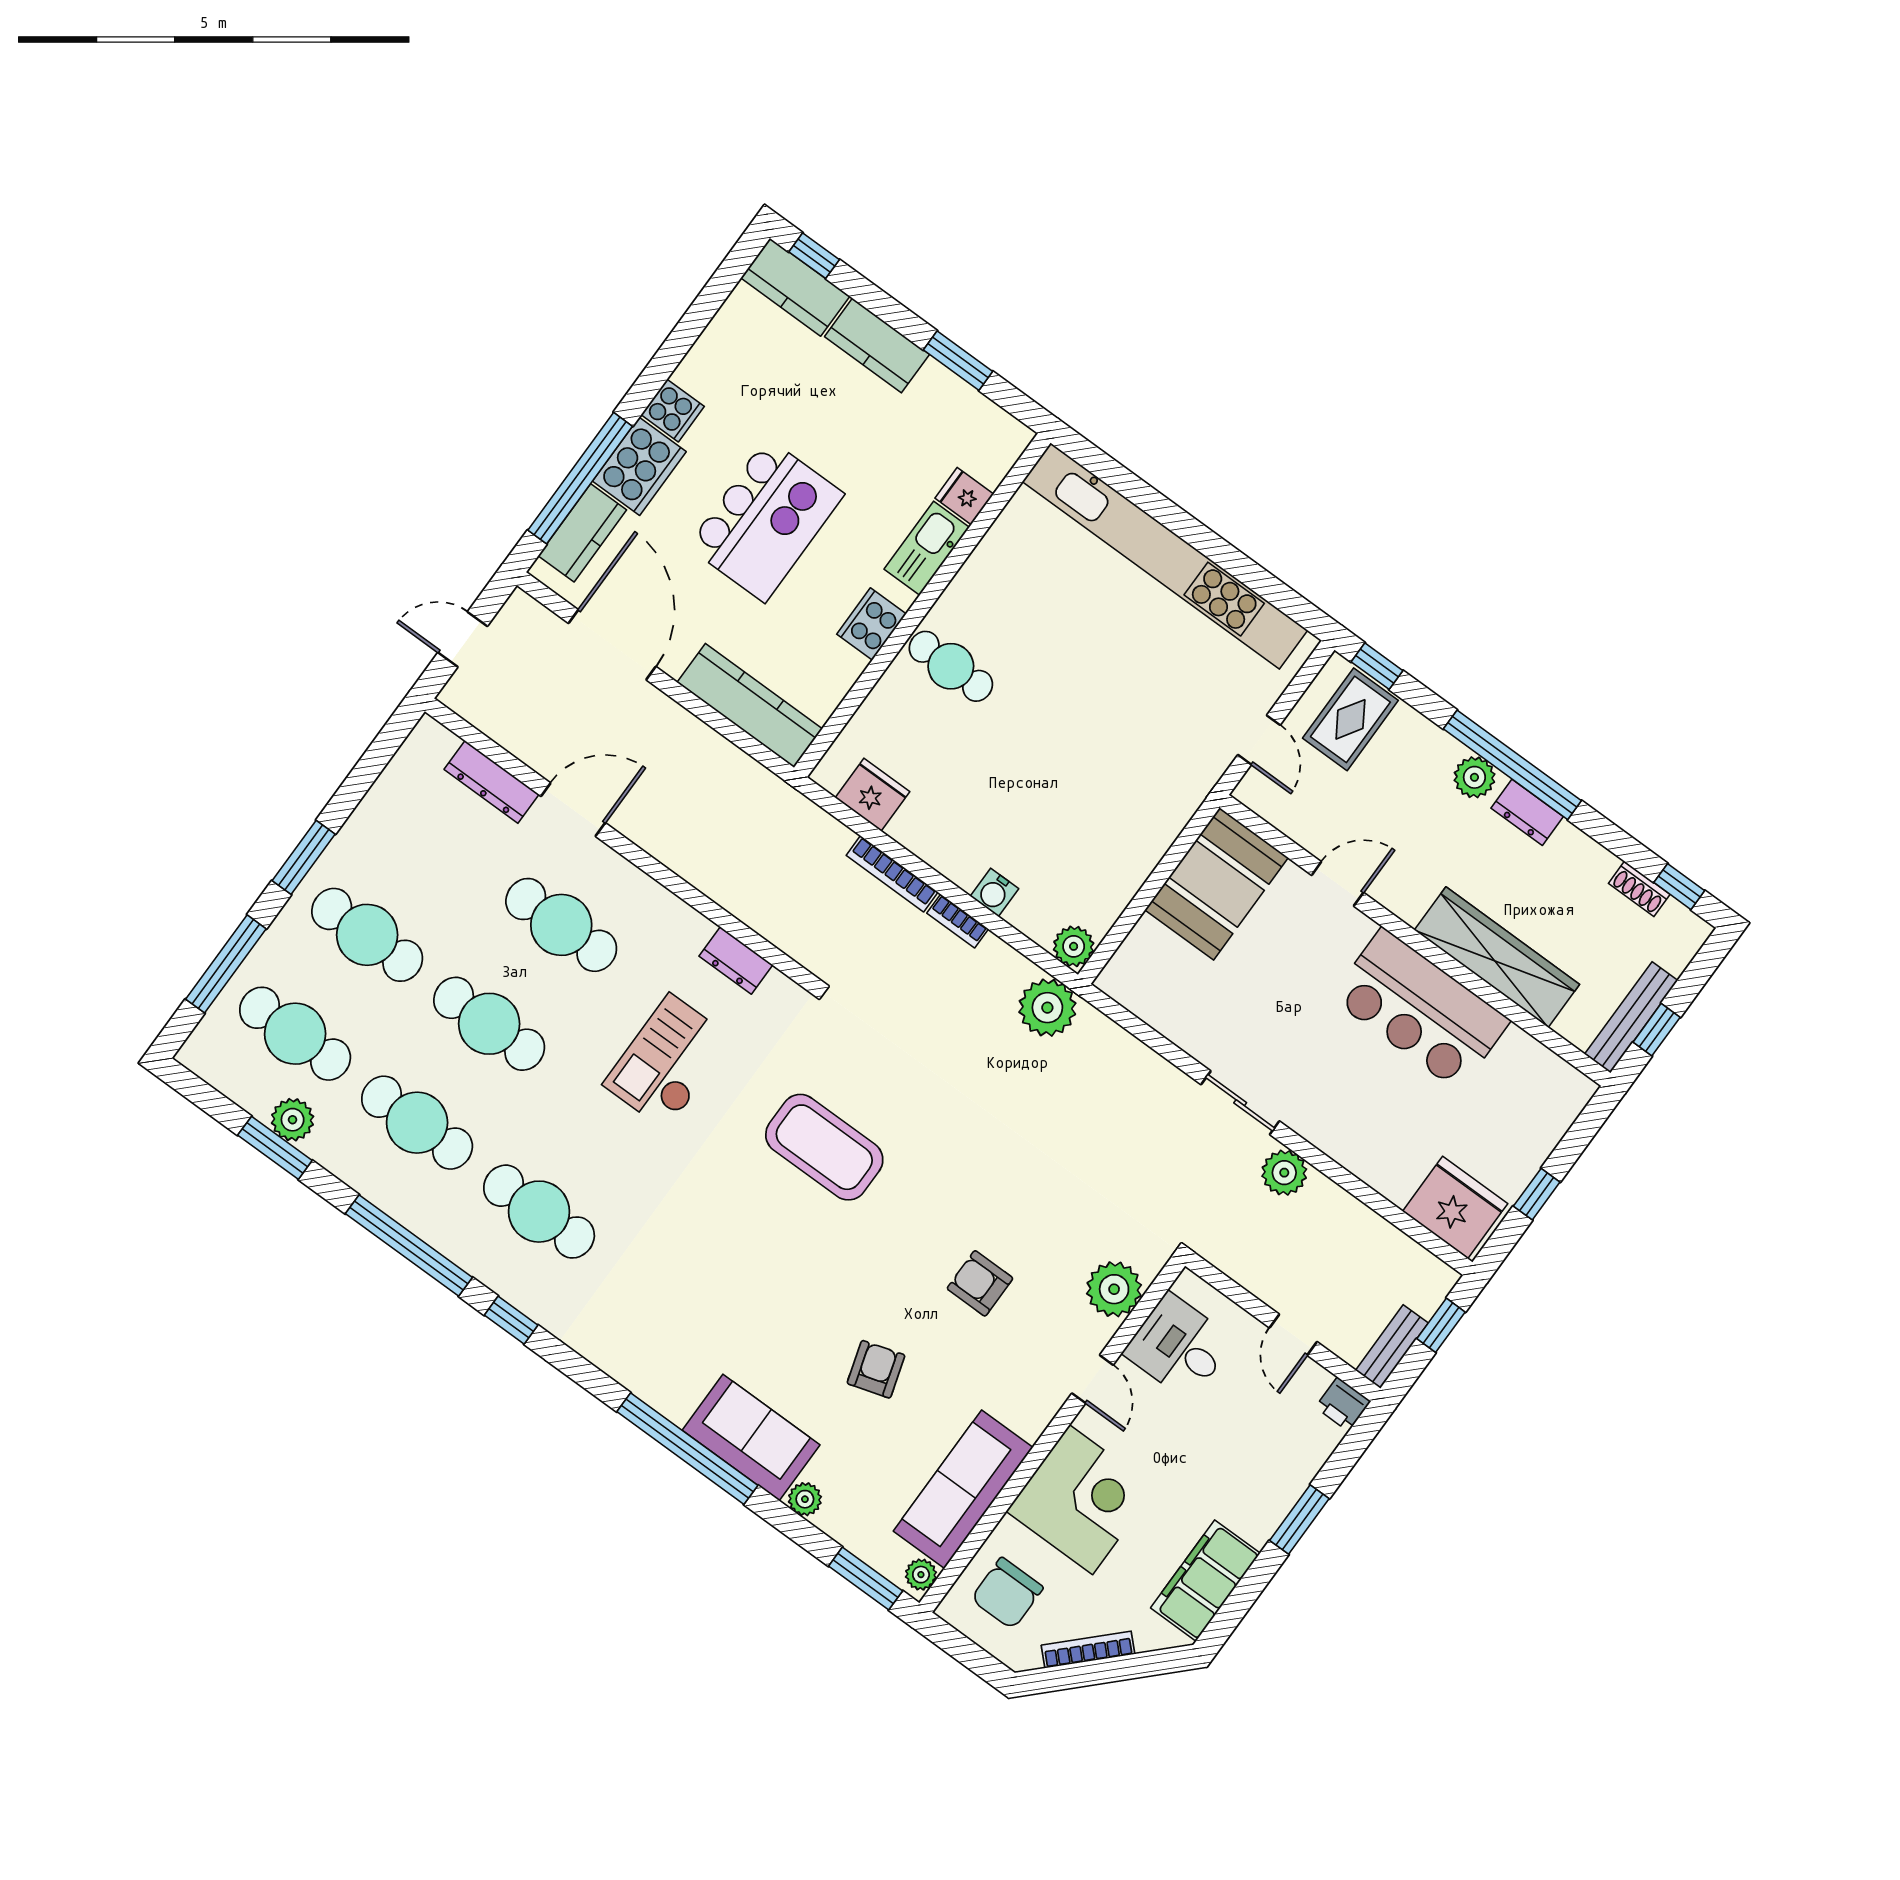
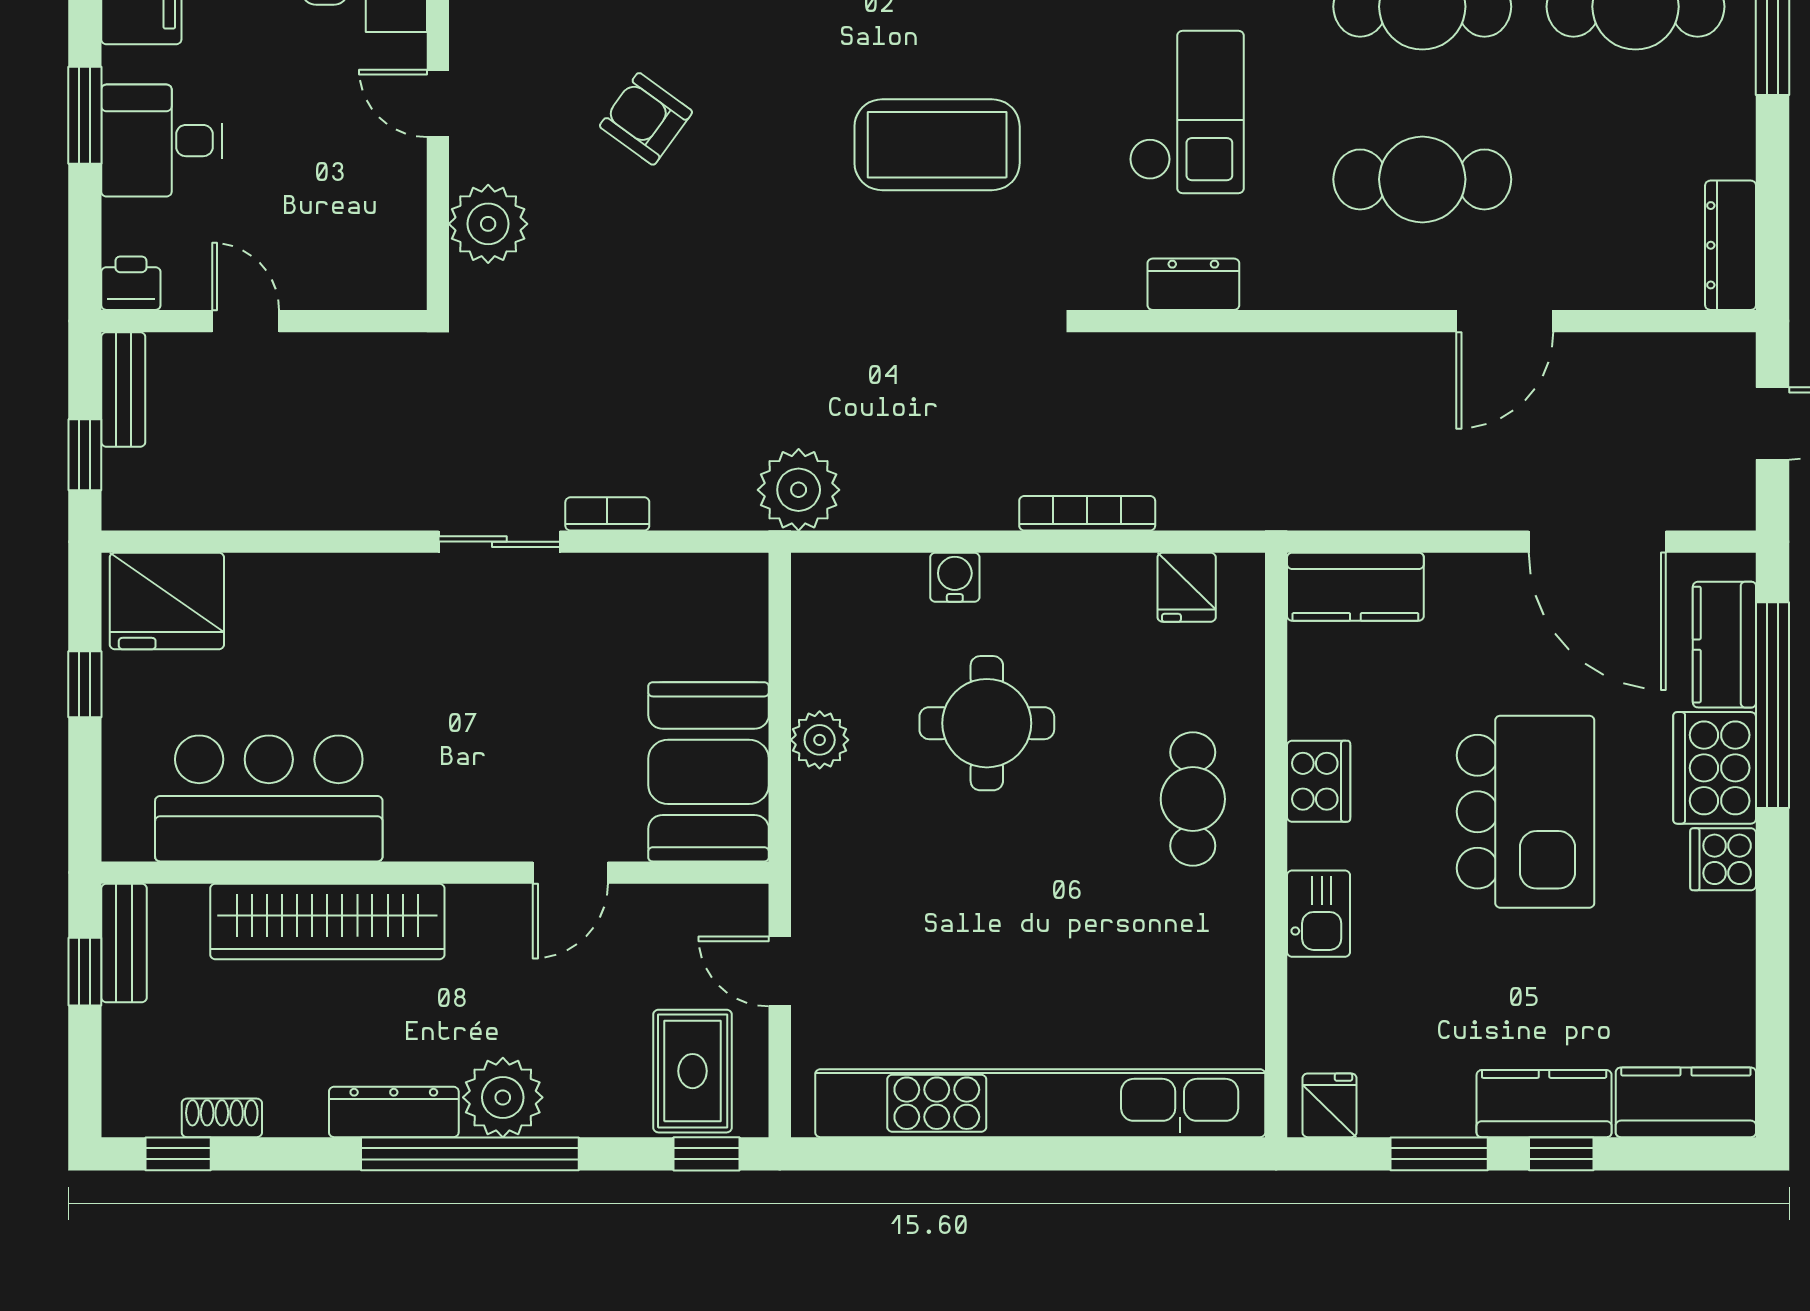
window: (814, 256) -> (1561, 1154), moved
fridge: (964, 496) -> (1330, 1105), moved, turned -90
kitchen island: (766, 520) -> (1526, 812), turned 180
kitchen sink: (927, 548) -> (1319, 914), width x0.73
cafe table: (951, 666) -> (1193, 799), turned 90
kitchen counter: (750, 706) -> (1355, 587), width x0.67
plant: (1474, 777) -> (503, 1097), width x1.36, depth x1.36
dresser: (492, 782) -> (1731, 245), moved, turned -90
fridge: (873, 795) -> (1187, 587), width x0.72
round table: (1037, 796) -> (987, 723), added
dresser: (1527, 812) -> (394, 1112), width x1.44
bookcase: (958, 921) -> (607, 514), moved
plant: (1074, 946) -> (820, 740), moved
bar counter: (1420, 1009) -> (269, 798), moved
bench: (1631, 1017) -> (124, 943), width x0.73
plant: (1284, 1173) -> (391, 499), removed
armchair: (980, 1283) -> (646, 119), turned -144
desk: (1179, 1347) -> (162, 141), moved, turned 180

